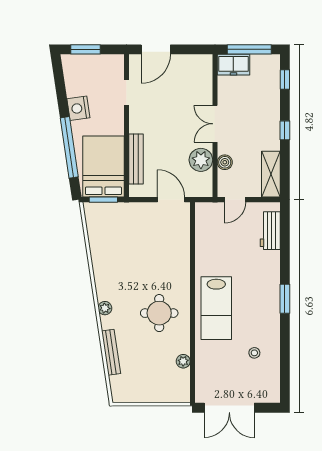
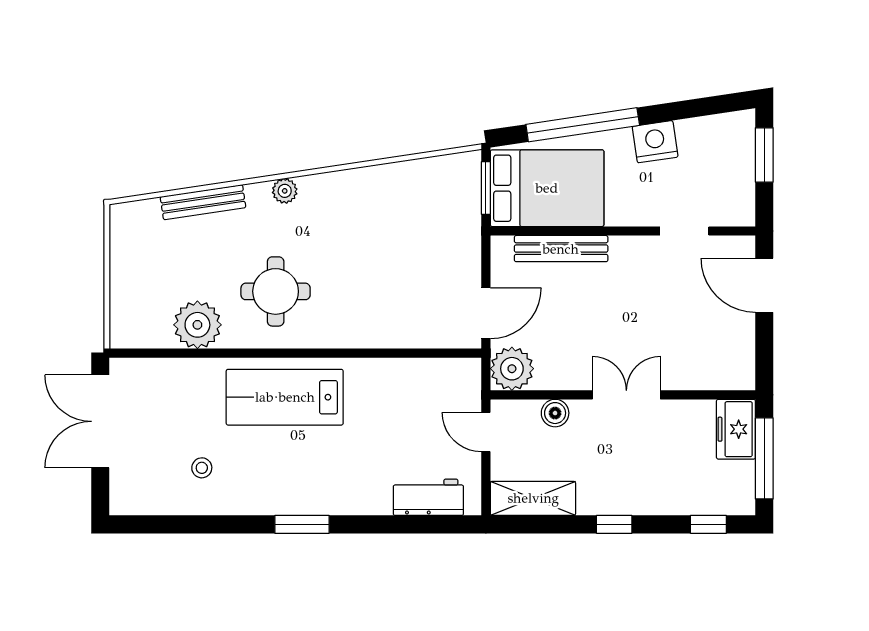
plant: (201, 160) -> (512, 369), moved
plant: (183, 361) -> (197, 325), width x1.87, depth x1.87

